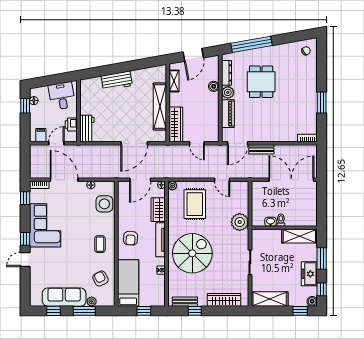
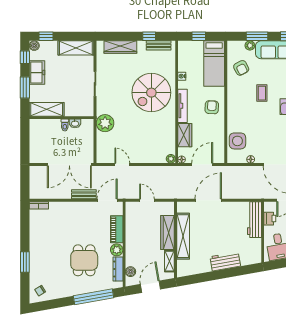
boiler: (214, 86) -> (130, 272), moved
window: (322, 102) -> (25, 262), moved
wardrobe: (176, 124) -> (168, 233), moved
workbench: (87, 128) -> (255, 220), width x1.38
double door: (291, 180) -> (69, 165), moved
rug: (195, 204) -> (149, 141), removed
coffee table: (100, 244) -> (262, 93), moved

